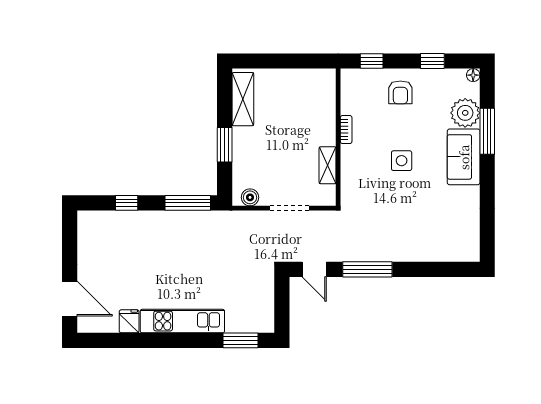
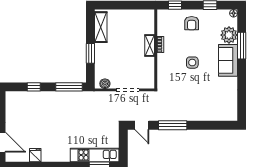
shelving: (328, 165) -> (150, 46), moved
kitchen unit: (182, 321) -> (95, 155), moved

